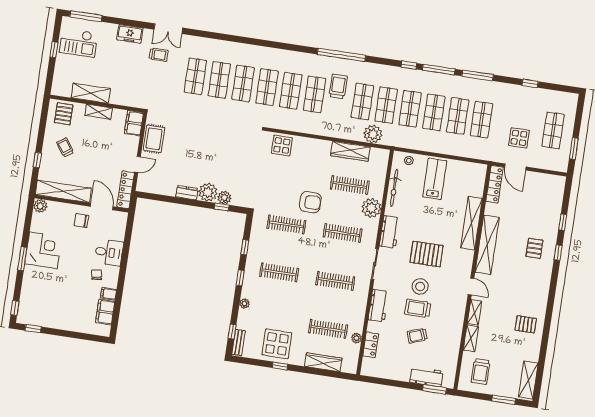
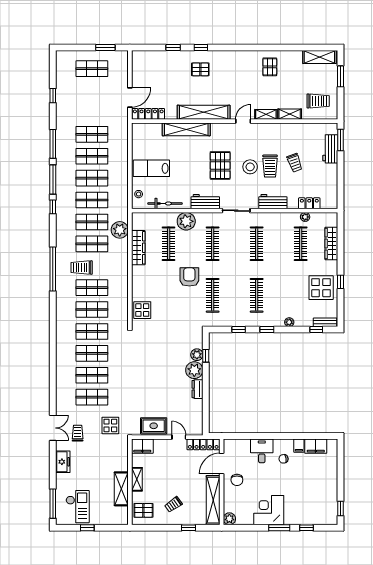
display table: (519, 138) -> (110, 425), moved
window: (15, 308) -> (307, 528), moved

